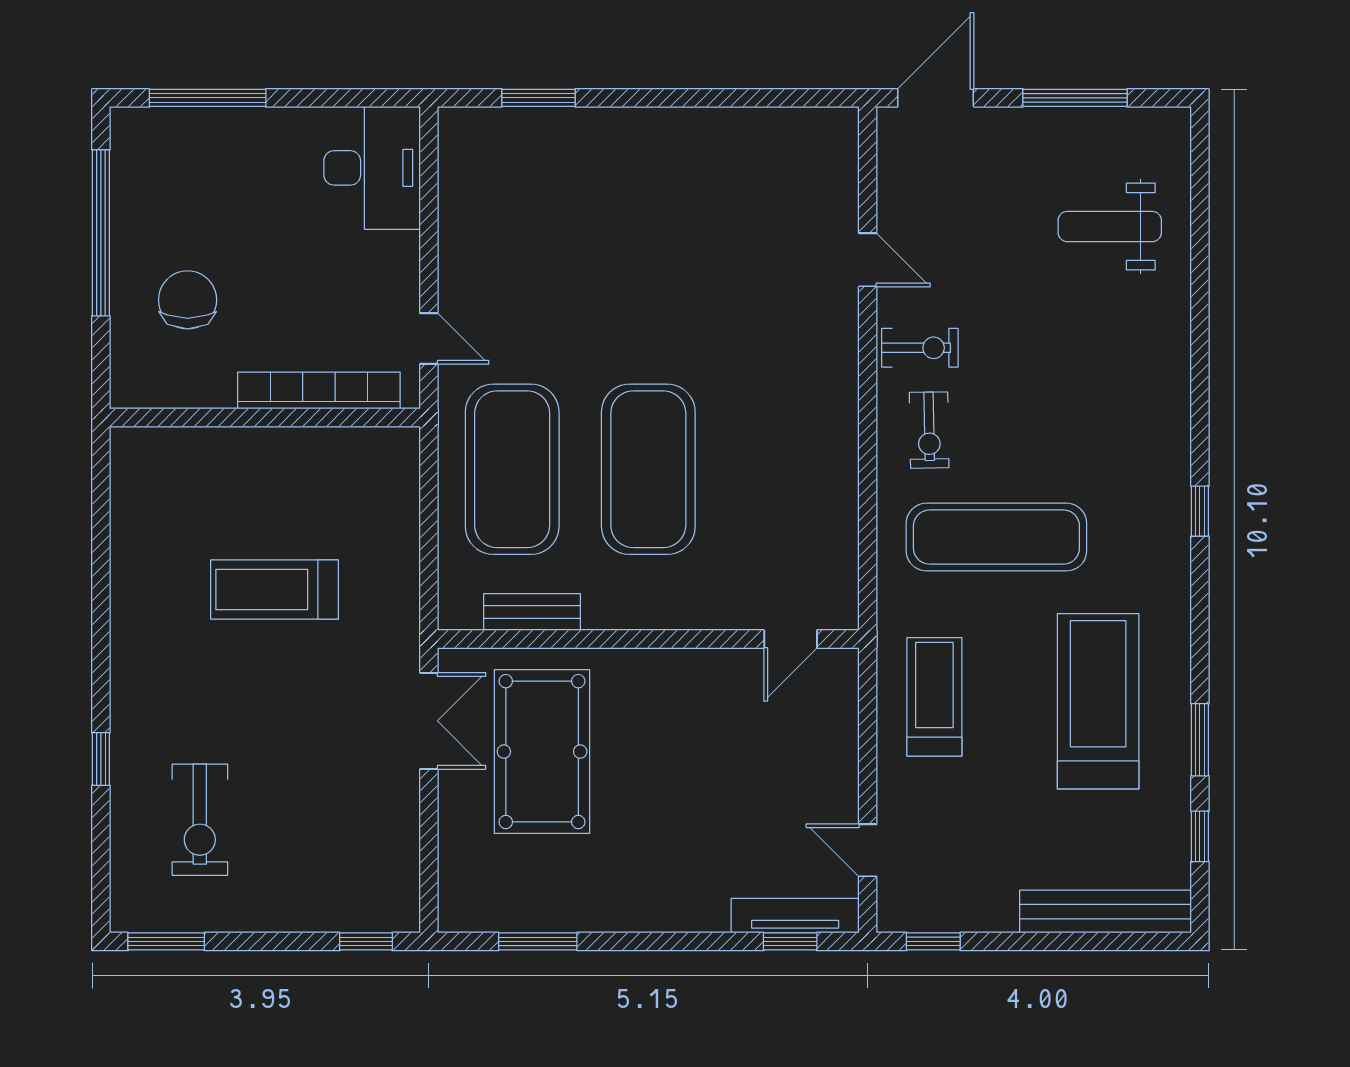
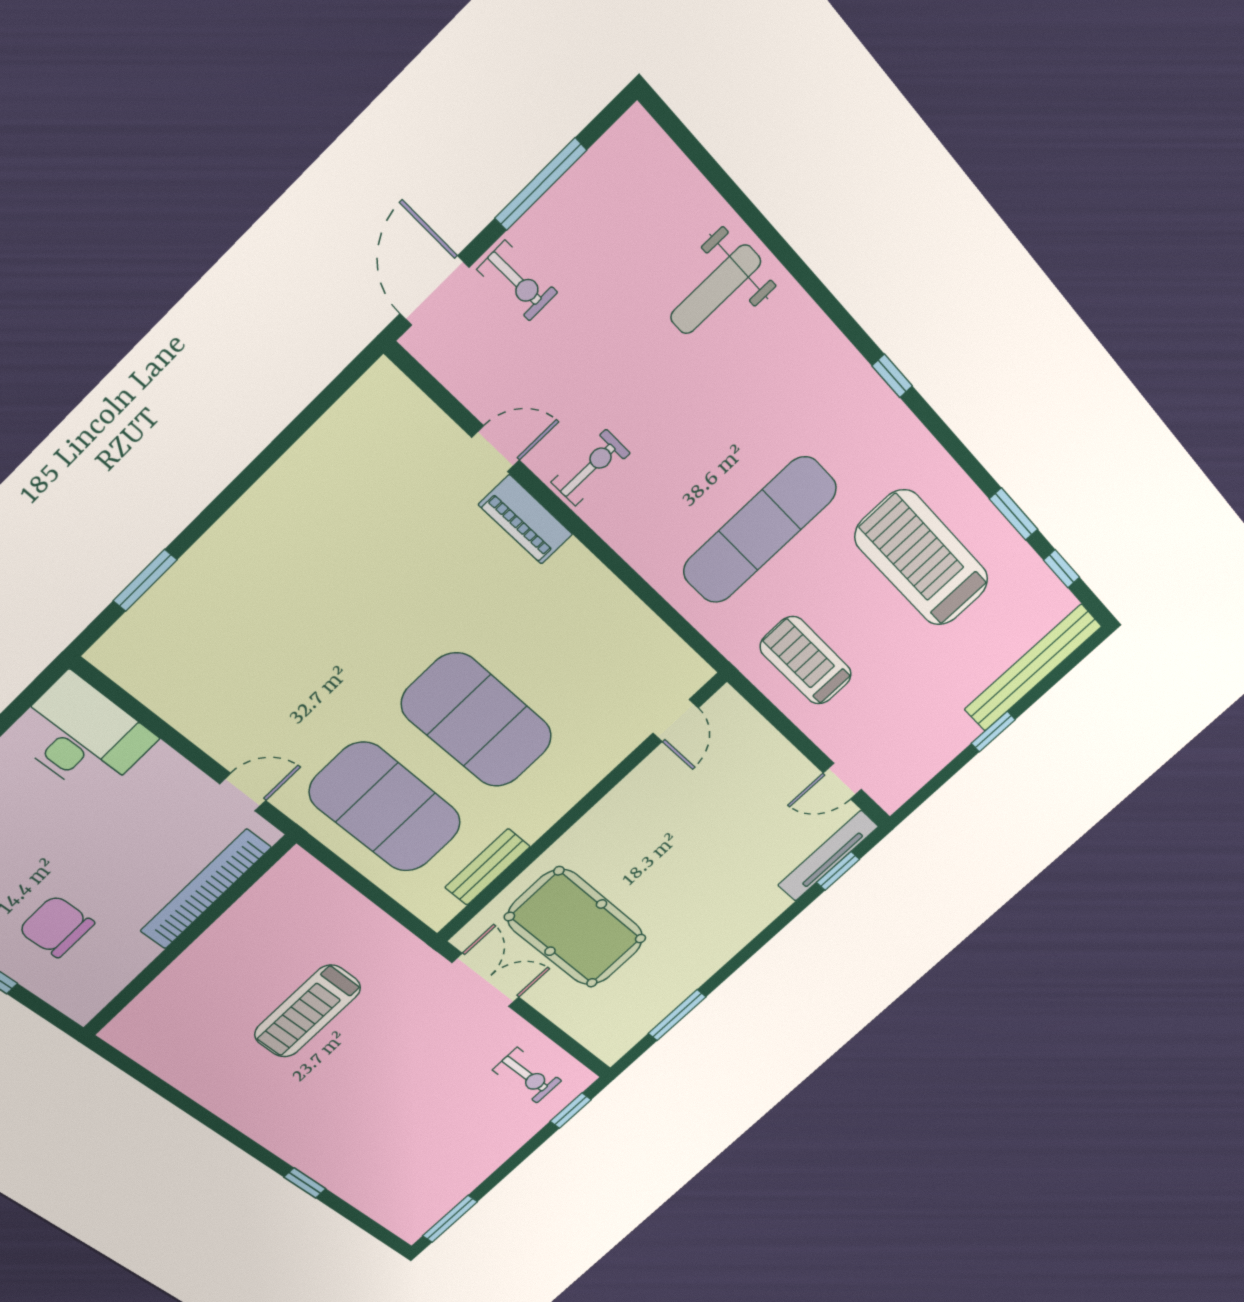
weight bench: (1110, 227) -> (716, 289), moved
piano: (837, 339) -> (526, 520), added
exercise bike: (929, 430) -> (517, 281), moved
exercise bike: (200, 820) -> (527, 1075), moved, width x0.73, depth x0.72
window: (933, 941) -> (993, 732), moved

